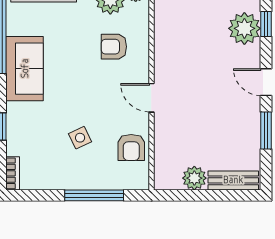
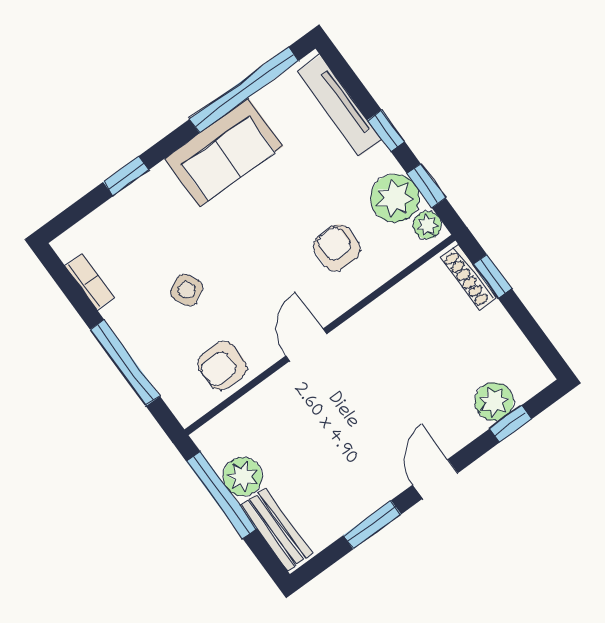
plant: (244, 28) -> (494, 402), width x0.73, depth x0.73
bookcase: (13, 173) -> (90, 282), moved, turned -90
window: (196, 195) -> (221, 495), added

